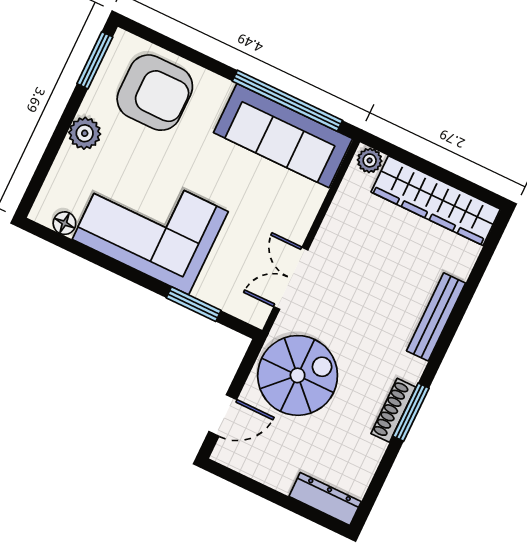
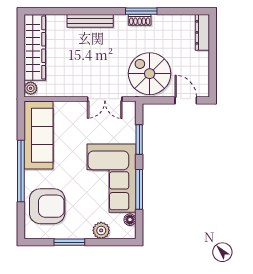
window: (95, 60) -> (69, 242), moved
armchair: (155, 93) -> (47, 206), turned 90
window: (287, 101) -> (21, 171), moved
plant: (85, 133) -> (101, 230), moved
window: (108, 263) -> (139, 189), added
shoe rack: (393, 410) -> (140, 20), width x0.70

